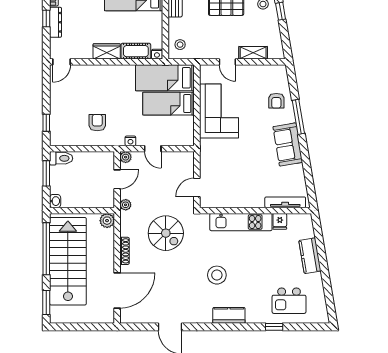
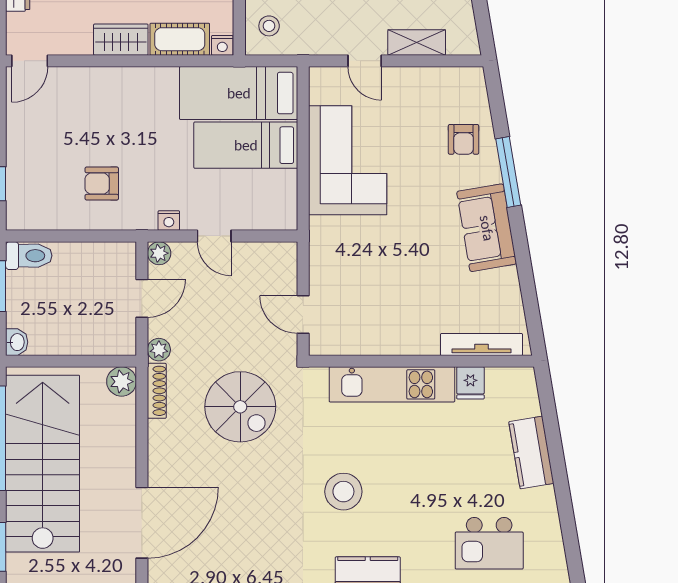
armchair: (97, 123) -> (102, 184), turned -90
door: (197, 187) -> (303, 315), hinge flipped
shoe rack: (125, 251) -> (157, 391), moved

